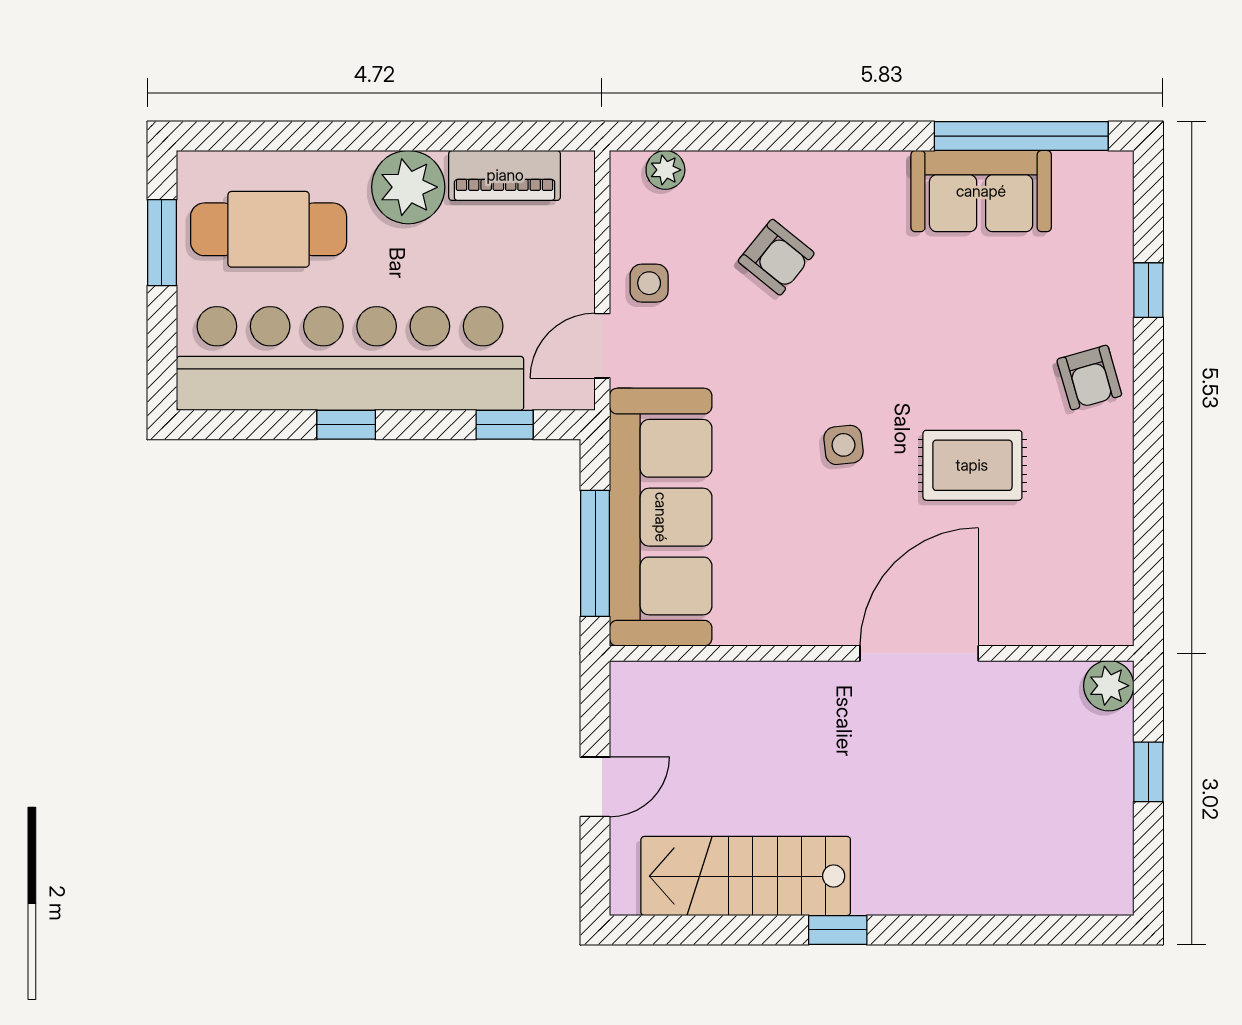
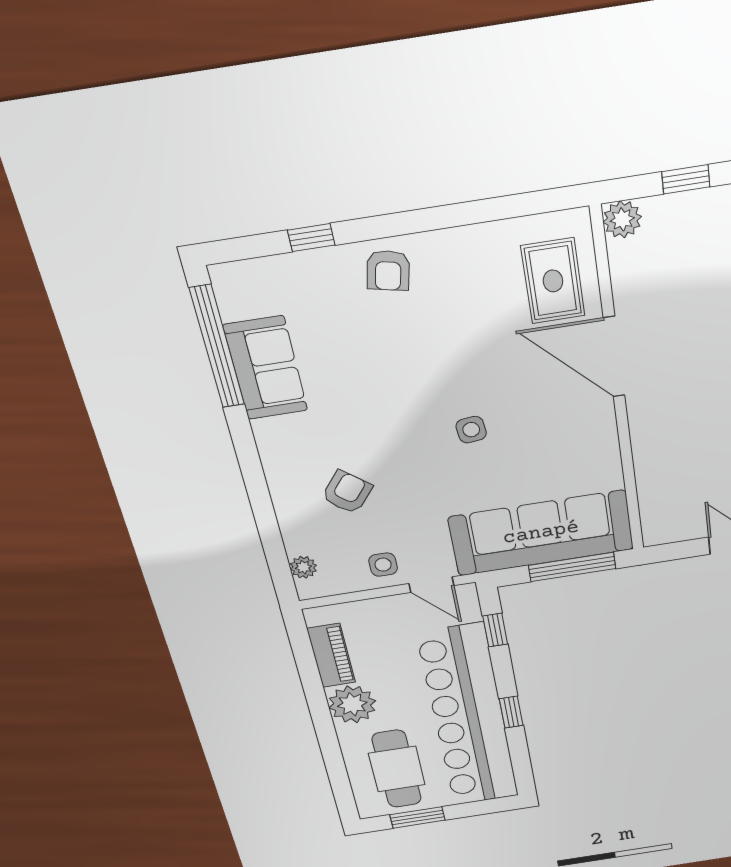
armchair: (1089, 377) -> (388, 270), turned 118
rug: (972, 465) -> (553, 281), moved

